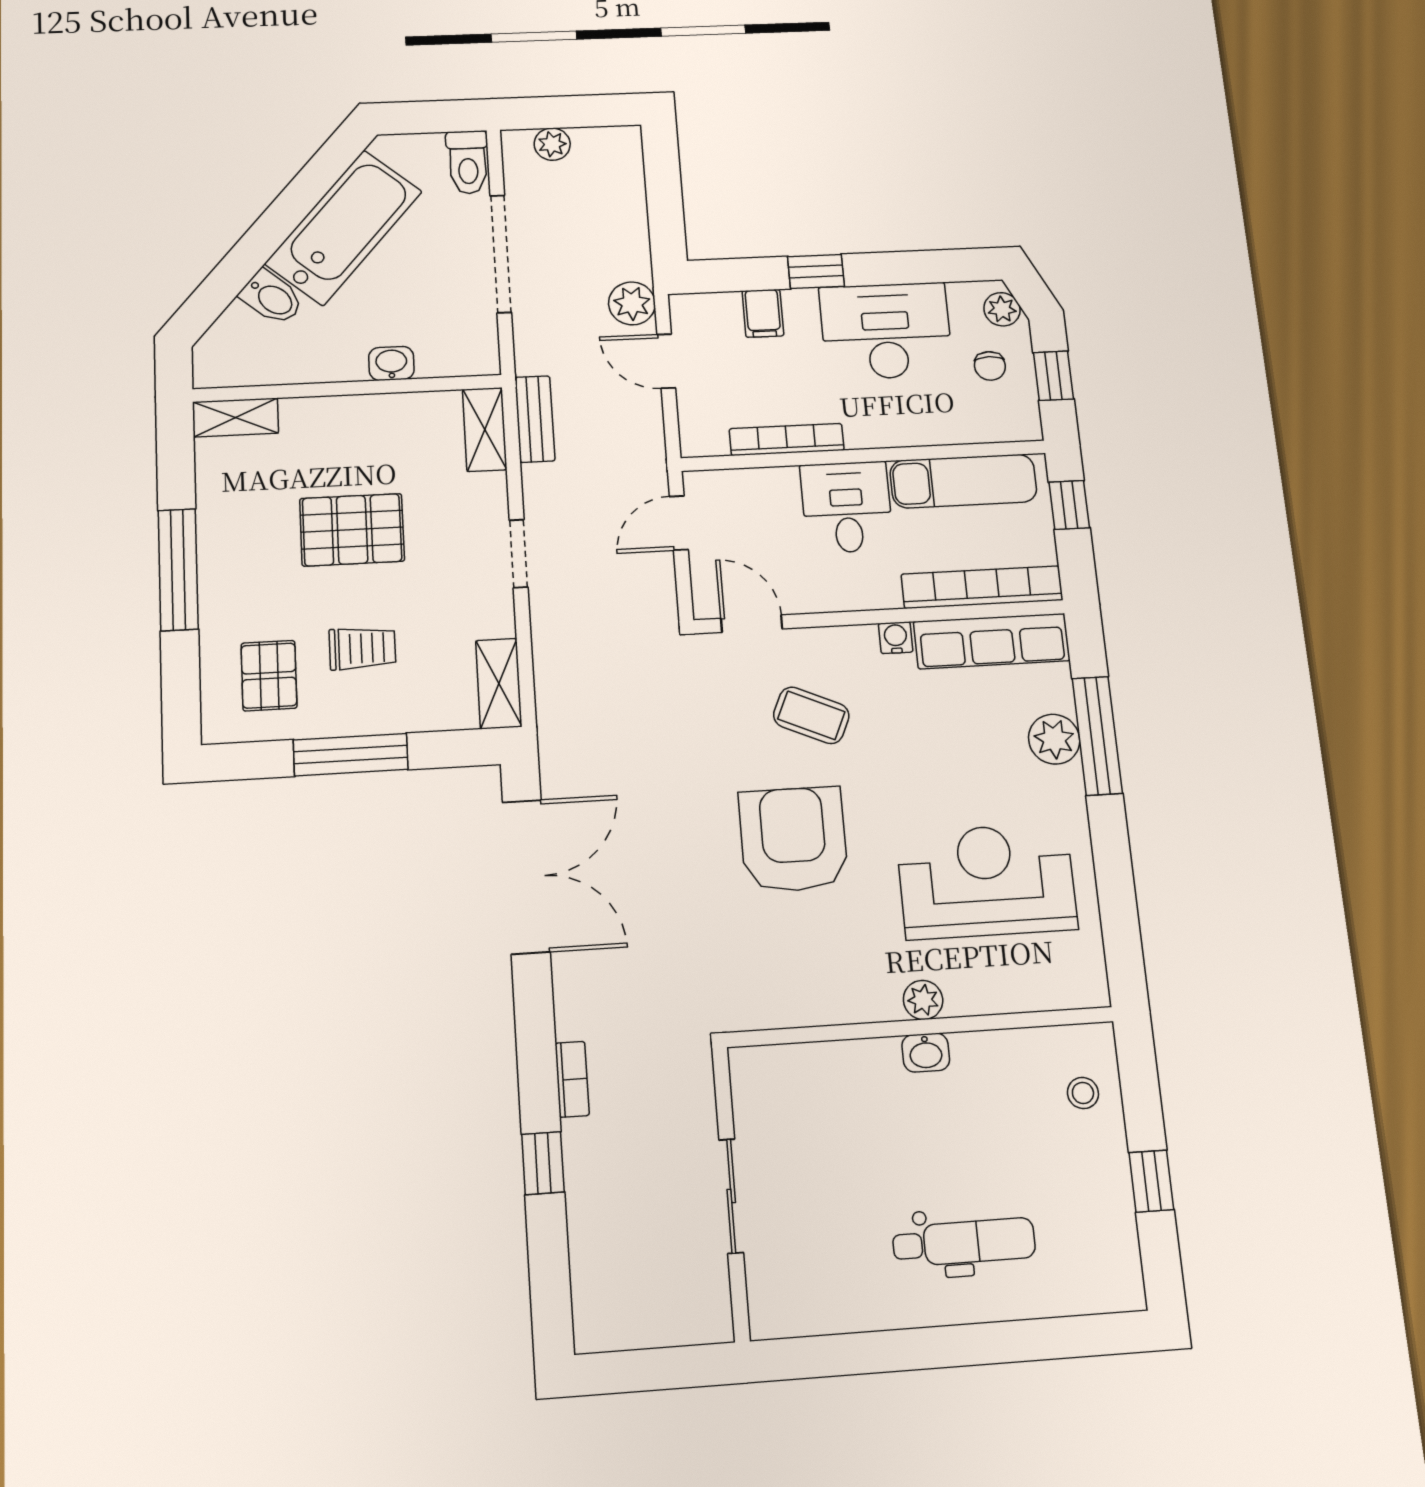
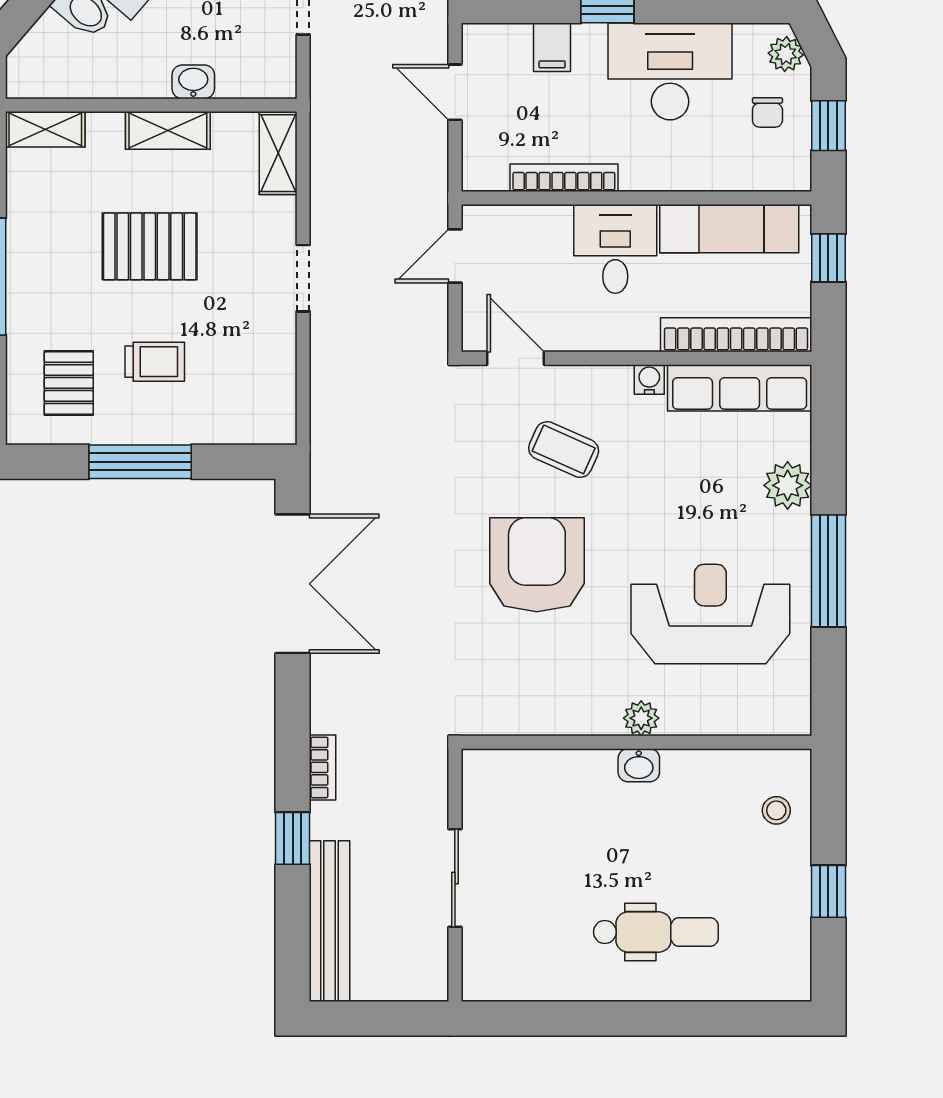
plant: (632, 303) -> (426, 31), removed
bench: (535, 419) -> (329, 921), moved, width x1.86, depth x1.21
shelving: (499, 684) -> (168, 130), moved, turned 90
window: (1097, 736) -> (828, 571), moved

